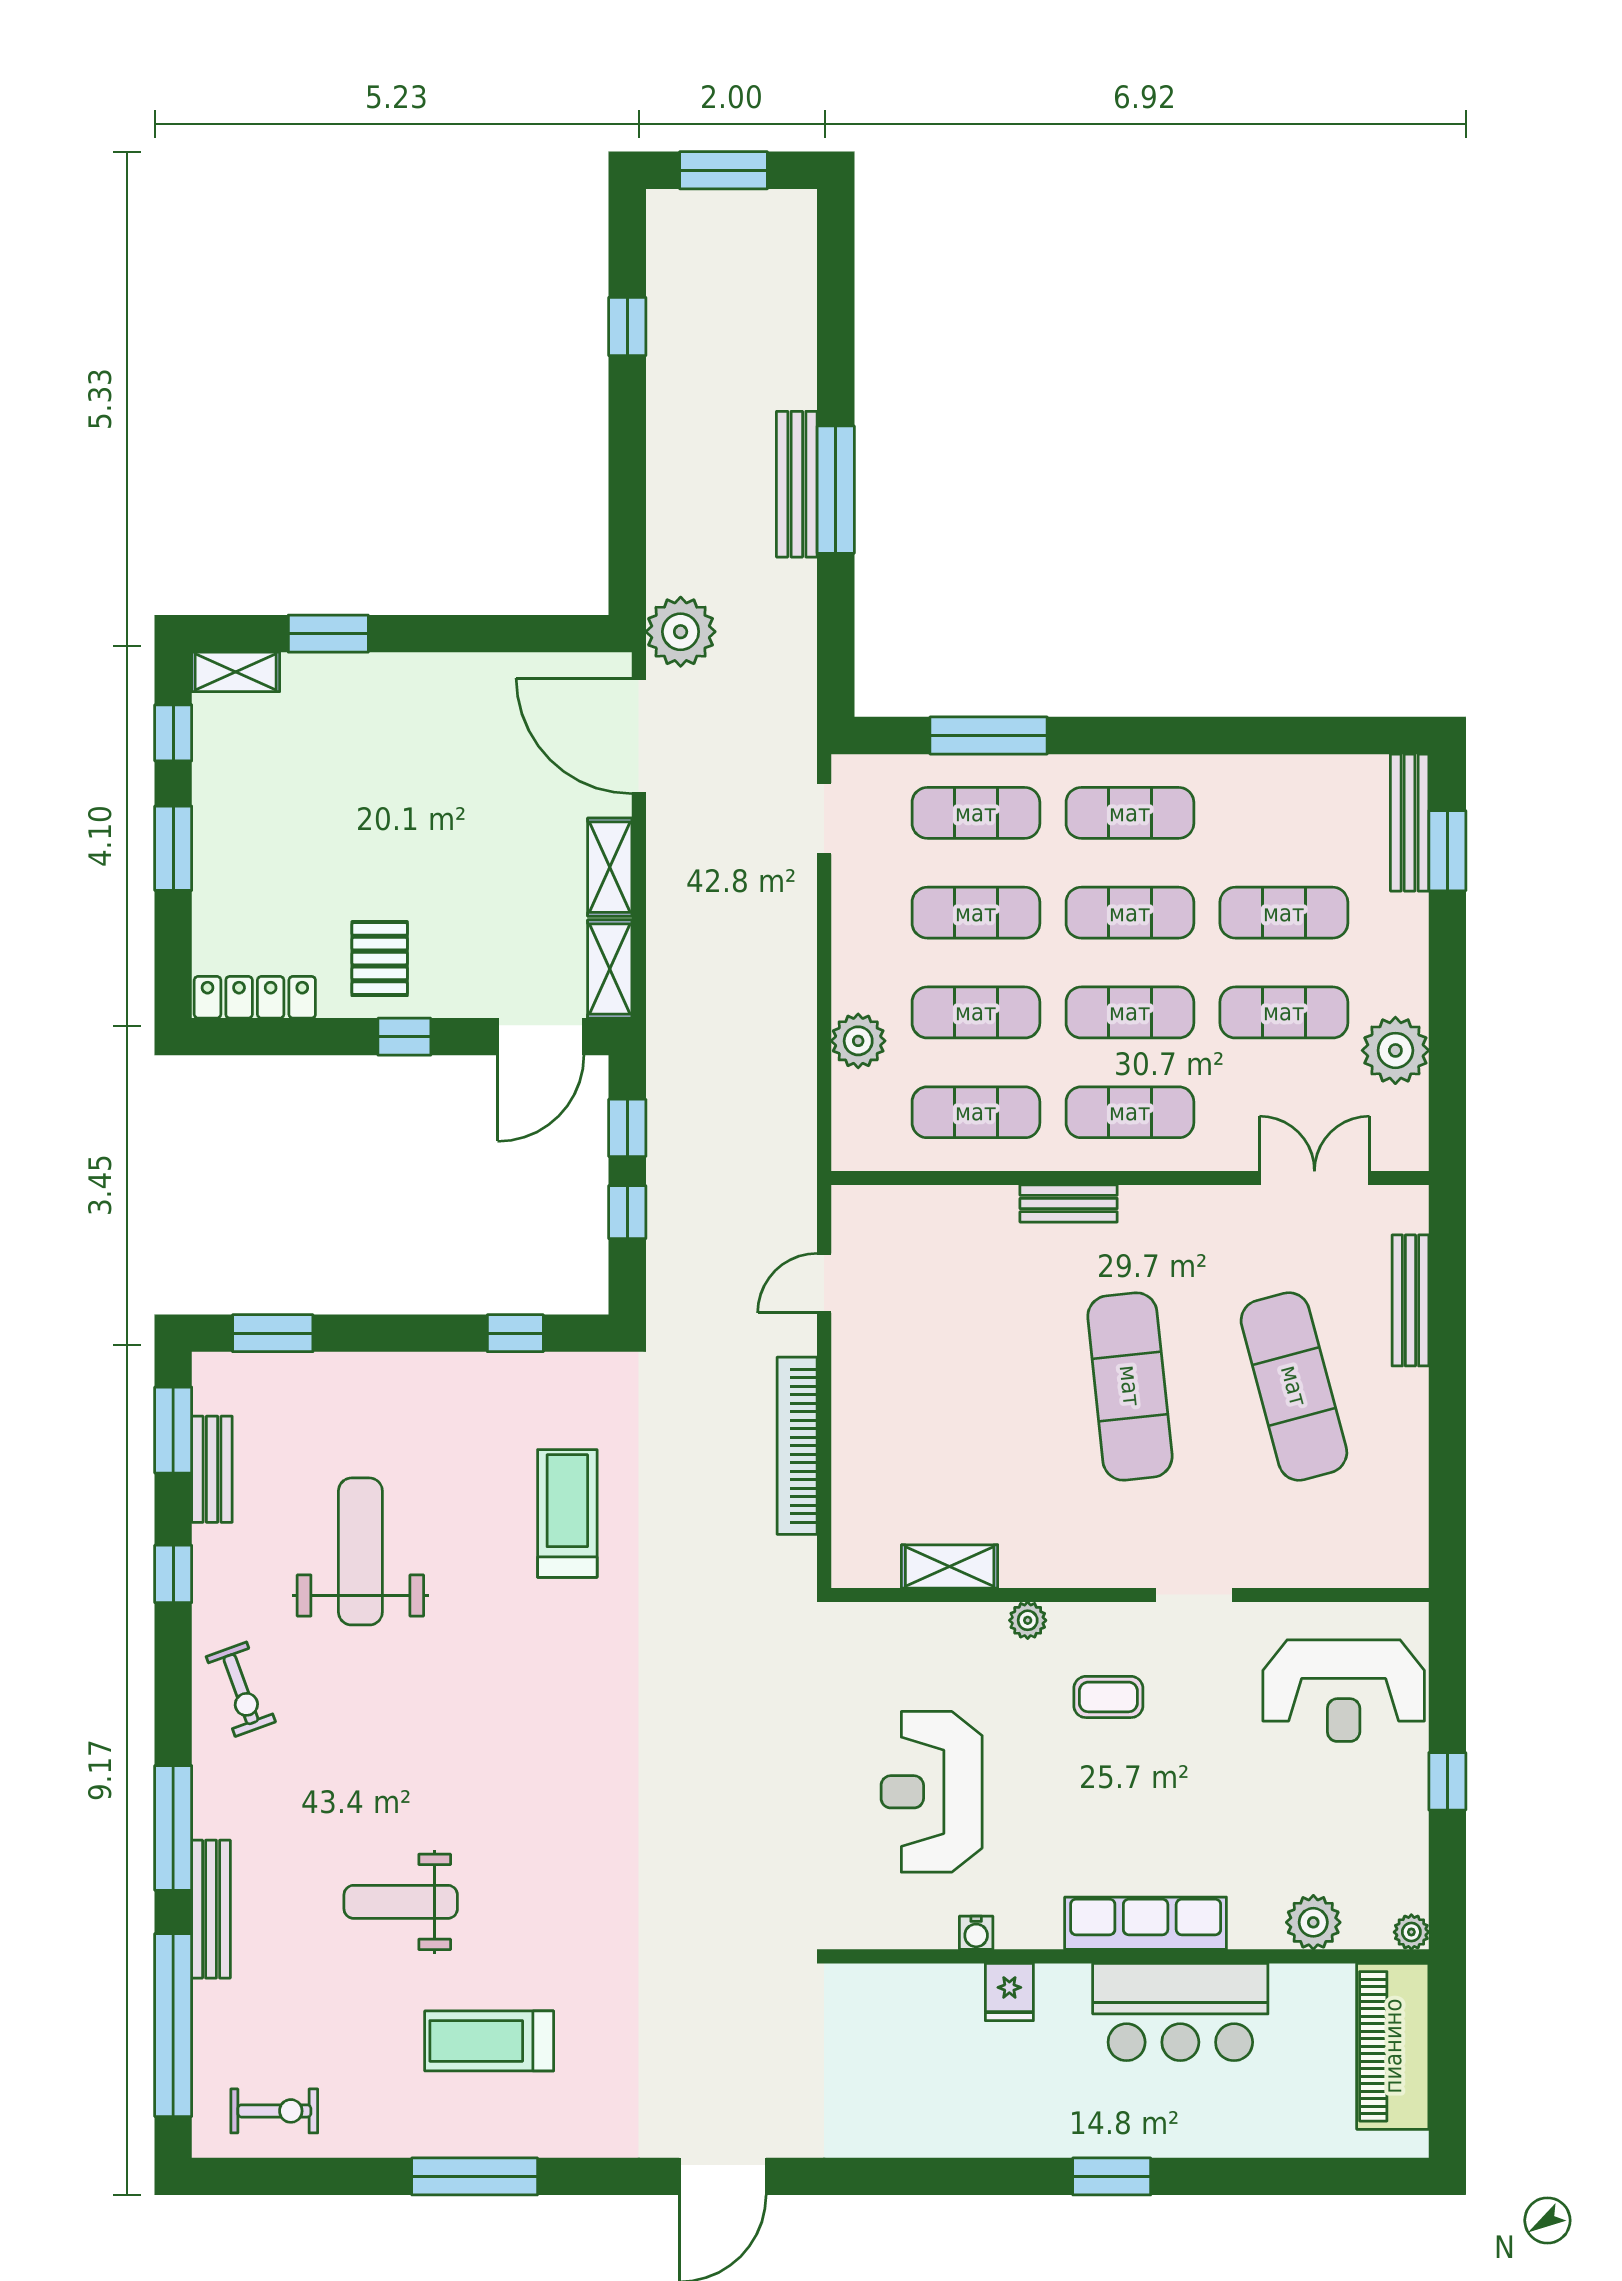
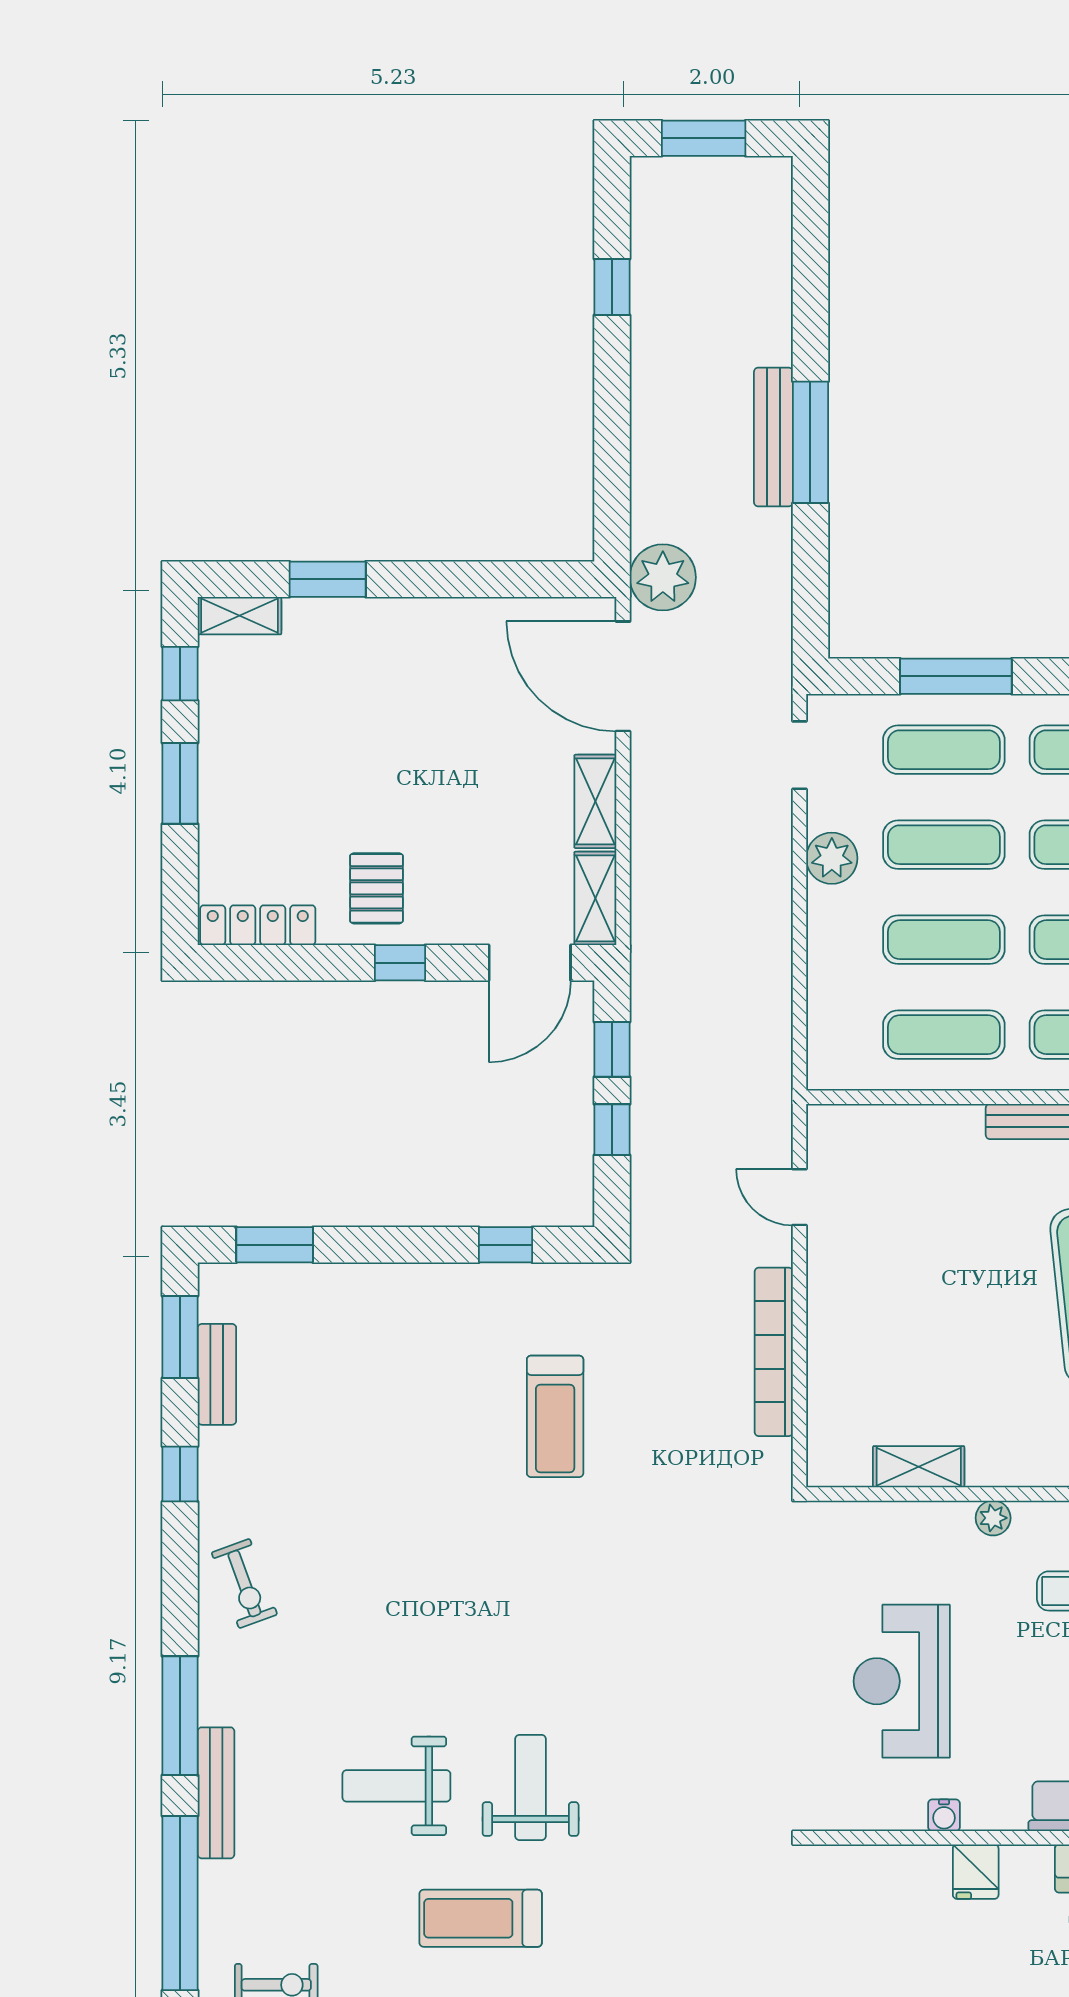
plant: (858, 1041) -> (832, 858), moved
door: (824, 1283) -> (799, 1197), hinge flipped
treadmill: (567, 1513) -> (555, 1416), turned 180
weight bench: (360, 1551) -> (531, 1787), moved, width x0.73, depth x0.75

